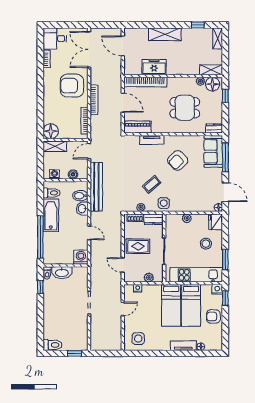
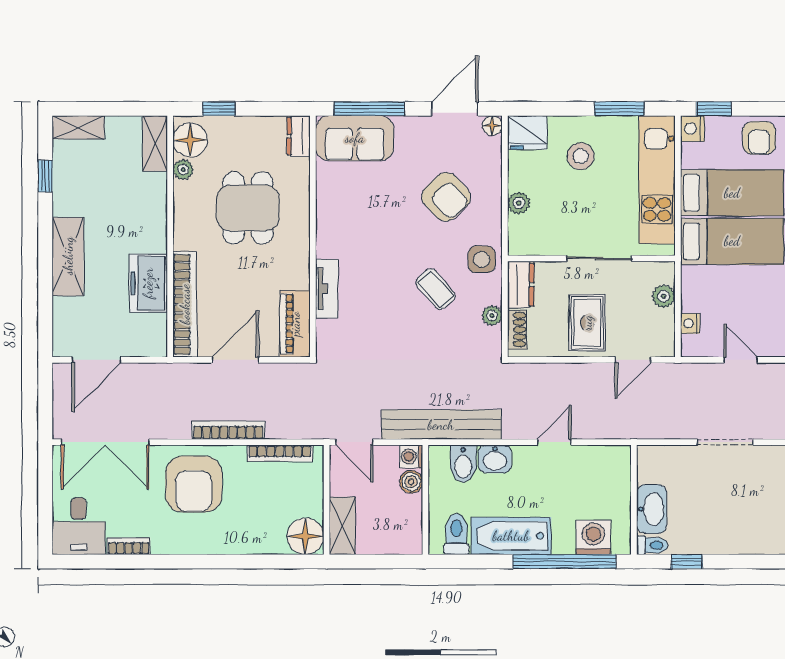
armchair: (178, 160) -> (446, 197), moved
washing machine: (54, 174) -> (411, 457), moved
washing machine: (81, 257) -> (593, 537), moved, turned 90

